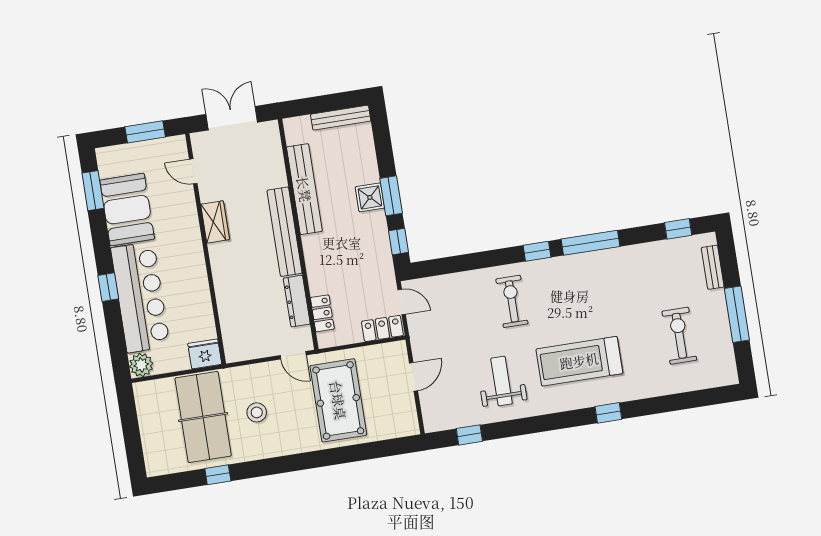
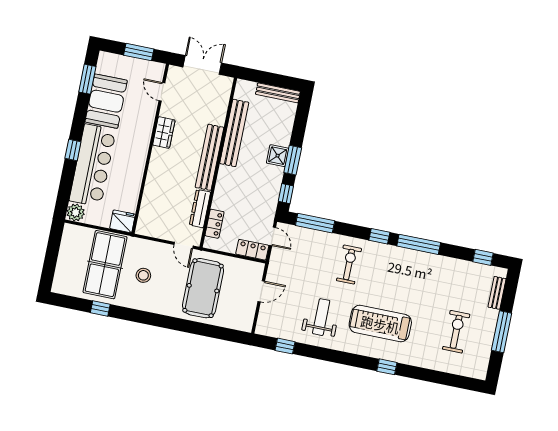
window: (449, 265) -> (315, 223), added

